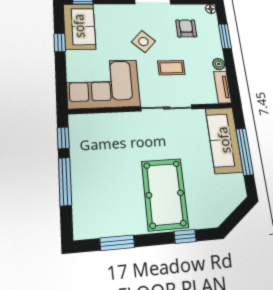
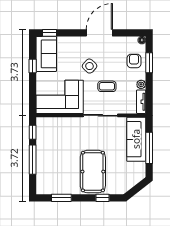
armchair: (186, 28) -> (134, 61), moved

